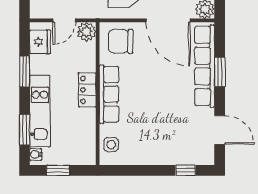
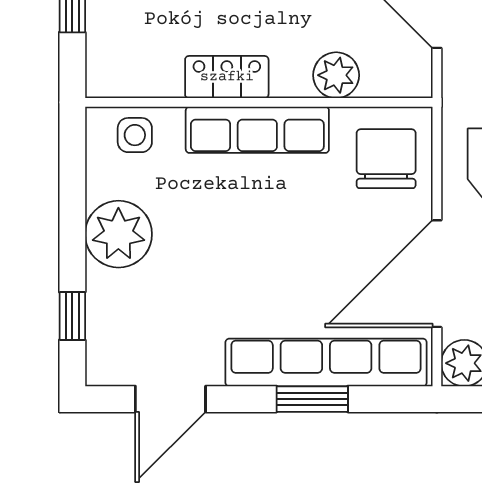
plant: (87, 32) -> (336, 75), moved
locker: (87, 90) -> (227, 77), moved
plant: (152, 151) -> (118, 234), added

